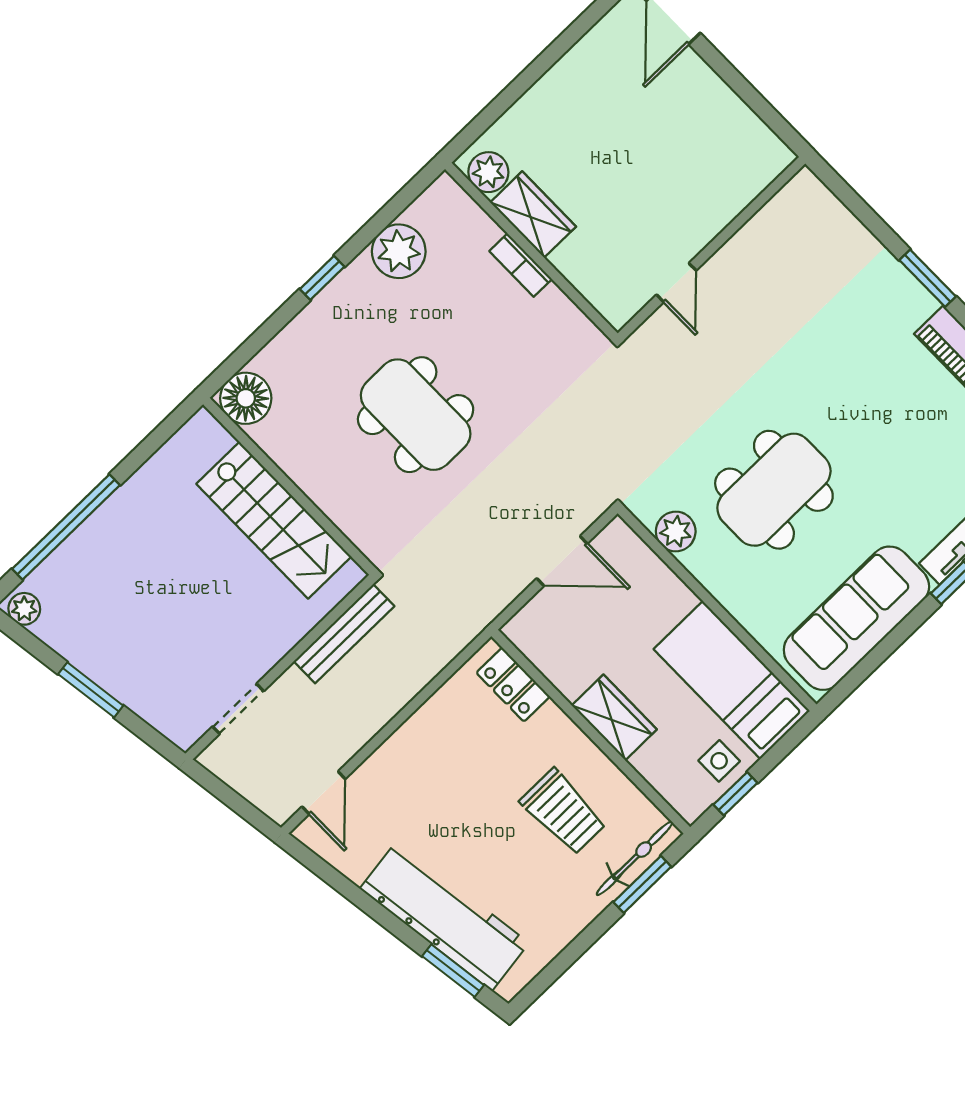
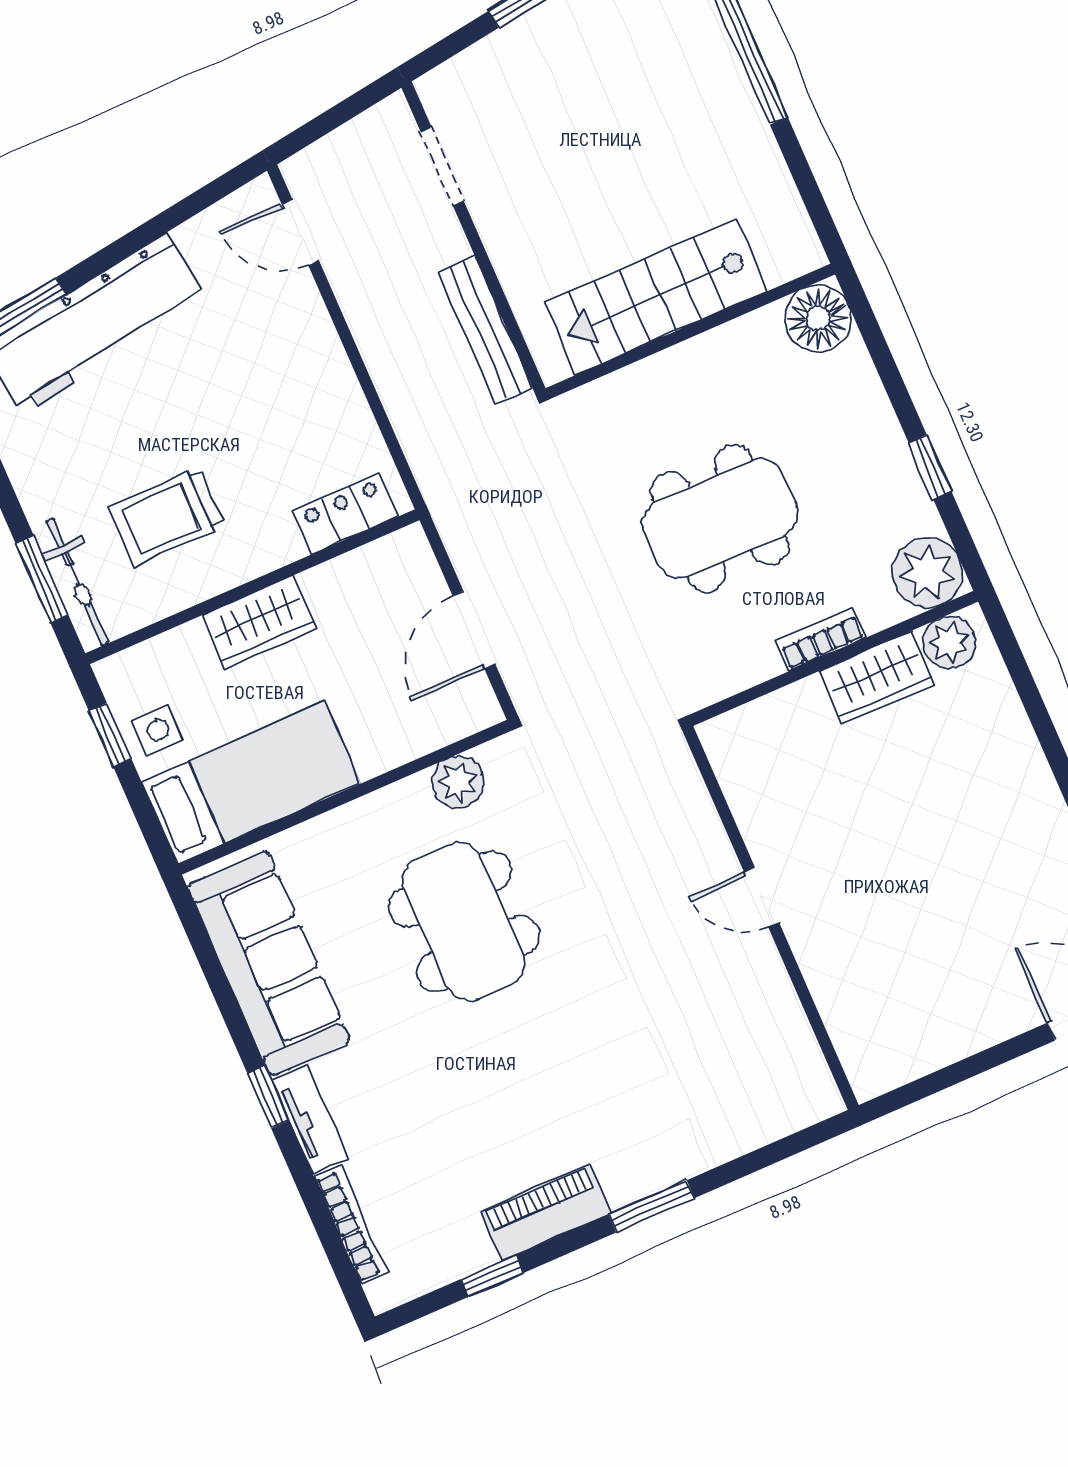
plant: (488, 172) -> (950, 642), moved
wardrobe: (533, 215) -> (877, 678), moved
wall: (531, 251) -> (833, 658), moved
bookcase: (521, 265) -> (821, 639), moved

